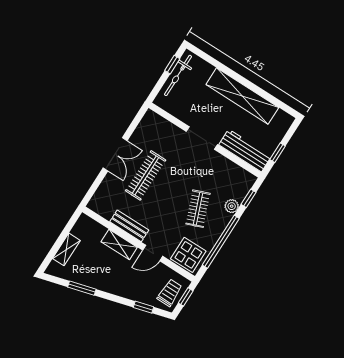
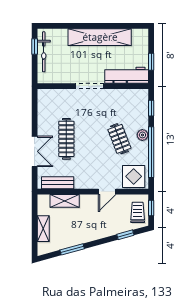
double door: (115, 154) -> (35, 151), moved
plant: (232, 206) -> (142, 135), moved
bench: (129, 226) -> (58, 183), moved
shelving: (119, 244) -> (65, 201), moved

